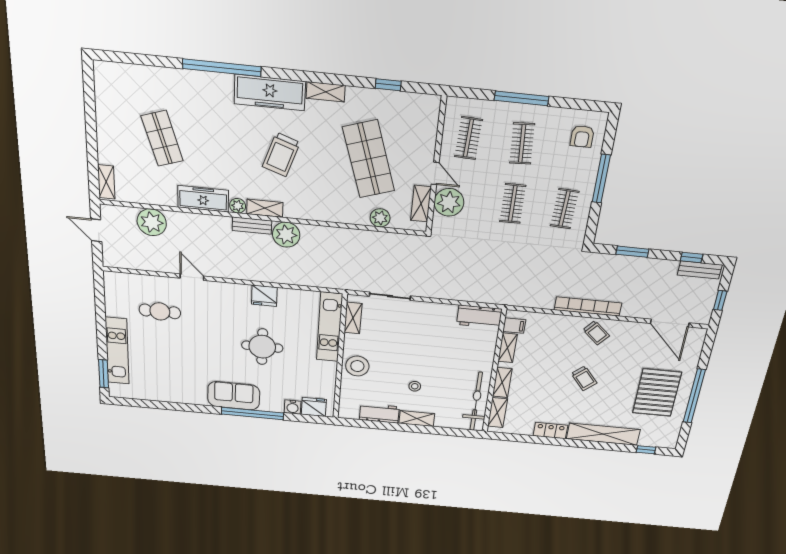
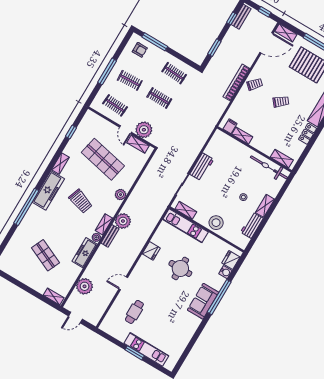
shop shelf: (162, 138) -> (46, 255), turned 42
shop shelf: (369, 159) -> (103, 159), turned 30
door: (435, 173) -> (125, 130), swing flipped
window: (601, 179) -> (155, 42), moved
plant: (380, 218) -> (121, 195), moved
workbench: (479, 317) -> (202, 167), moved
window: (104, 374) -> (135, 353), moved
shelving: (502, 382) -> (286, 33), moved

